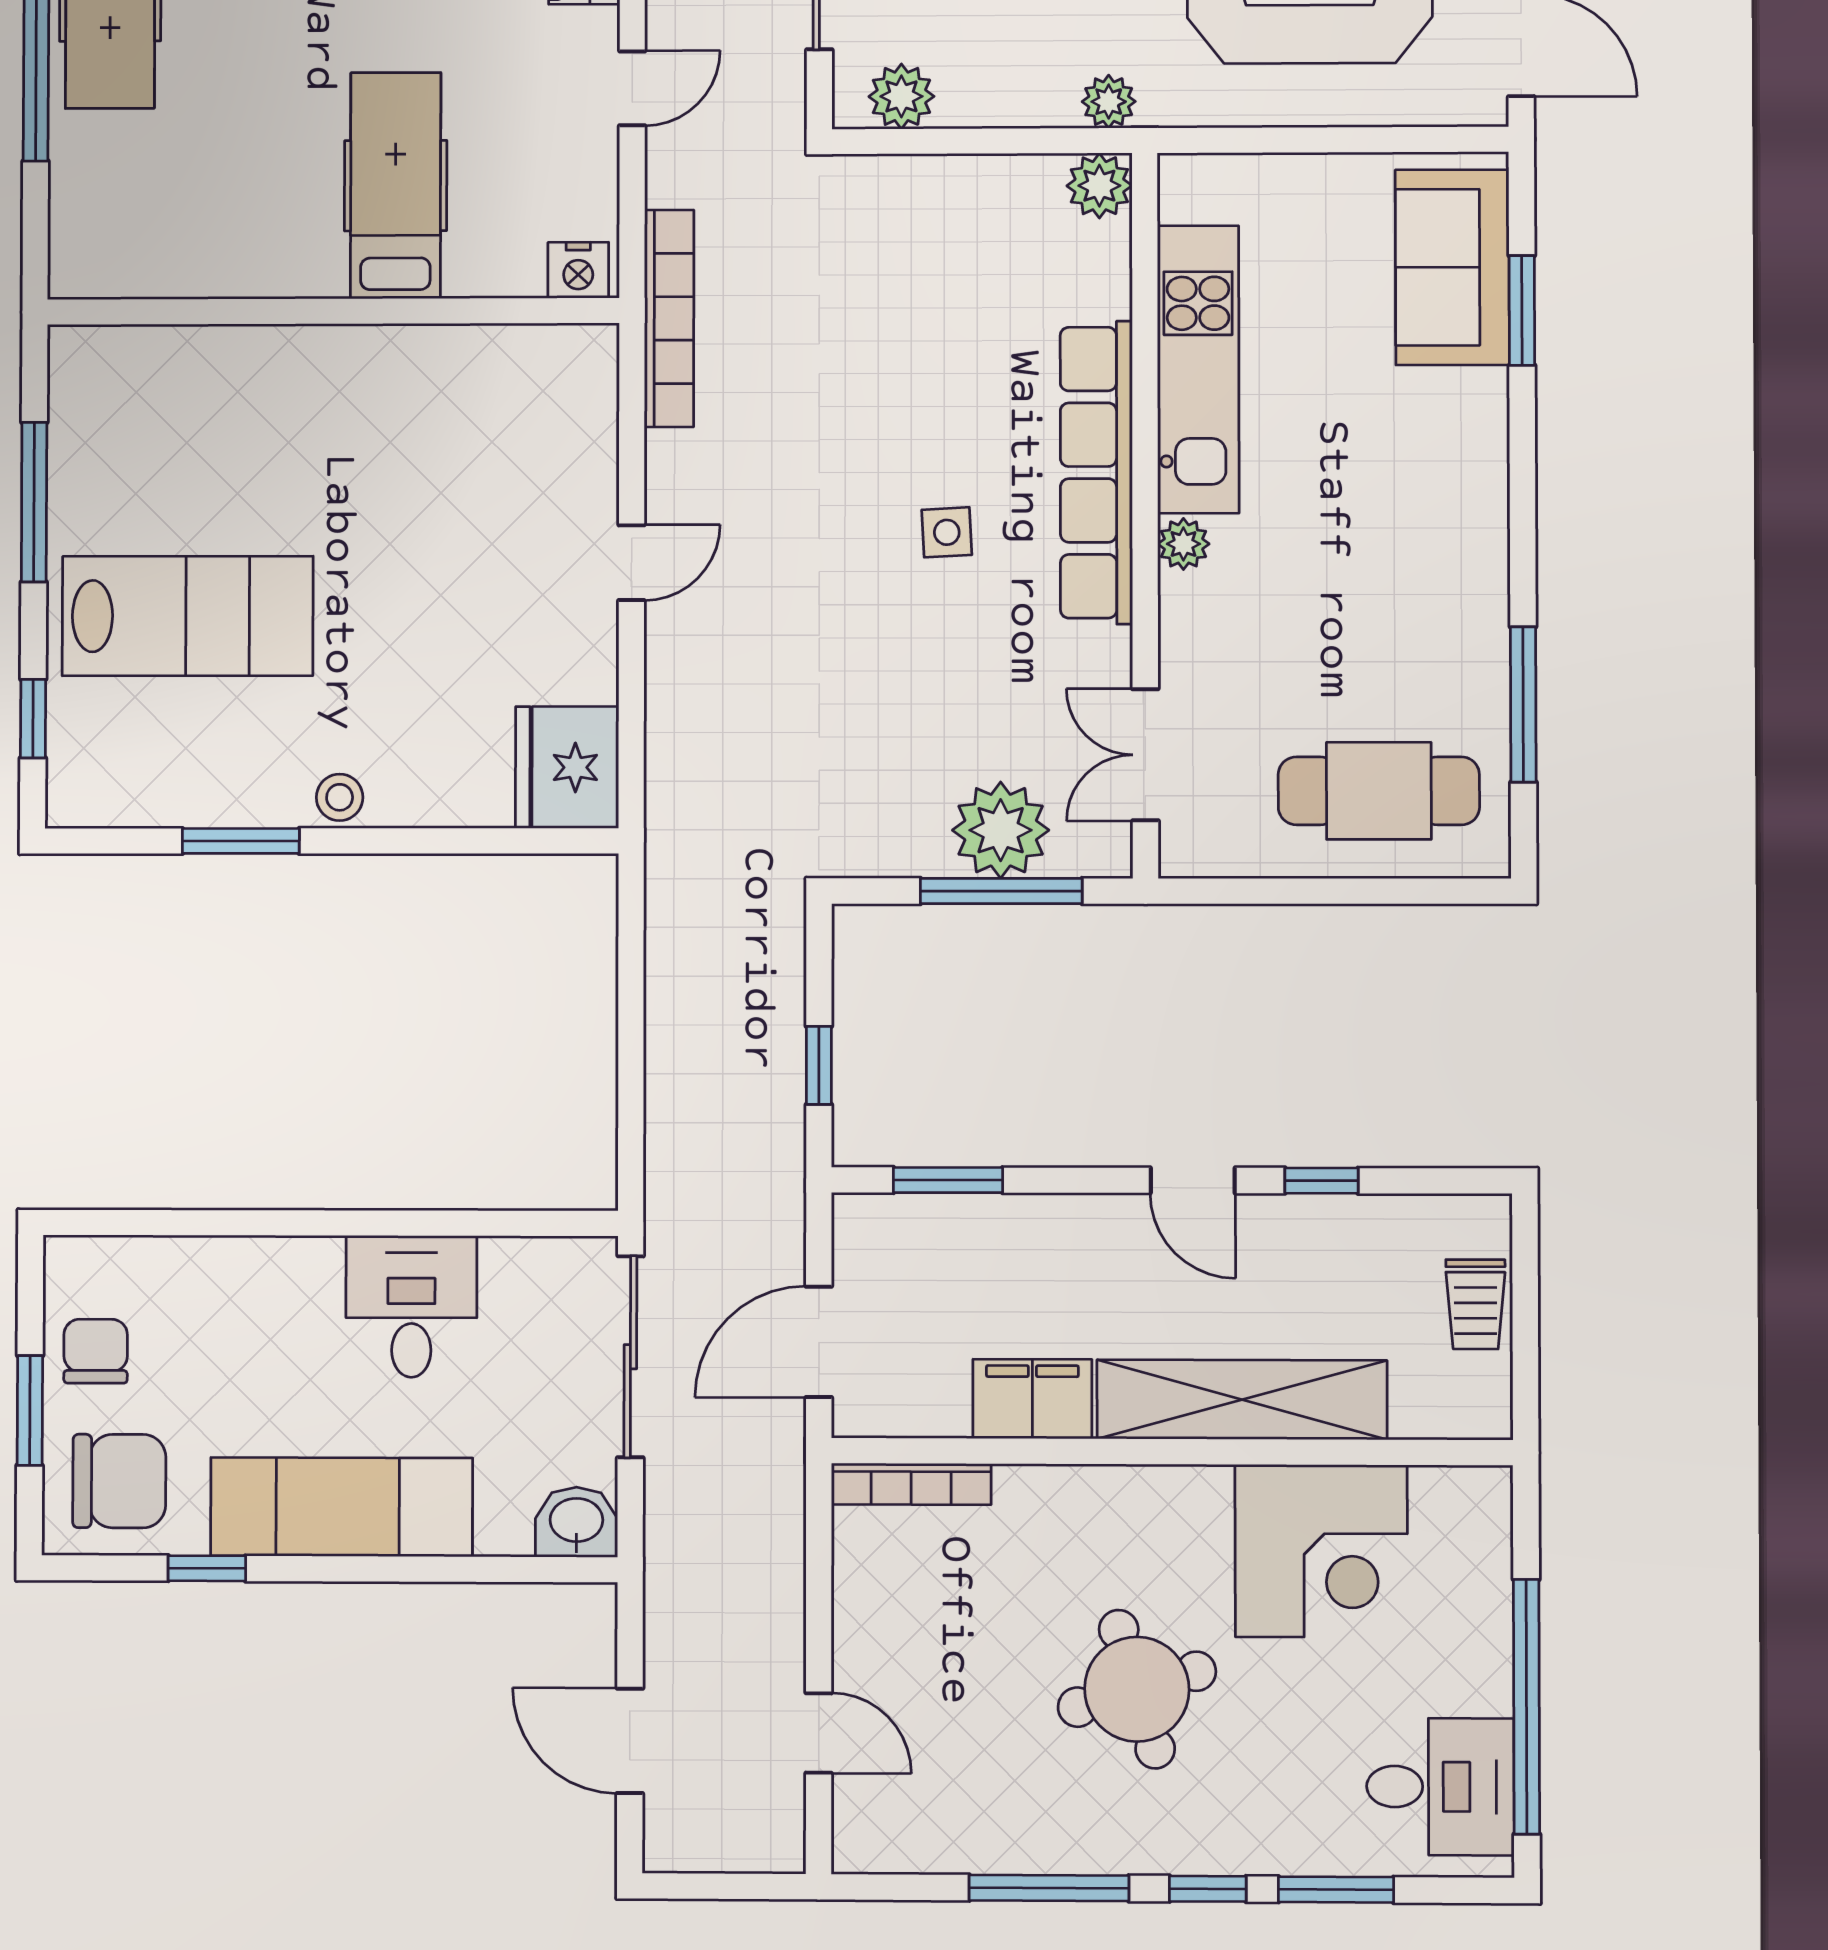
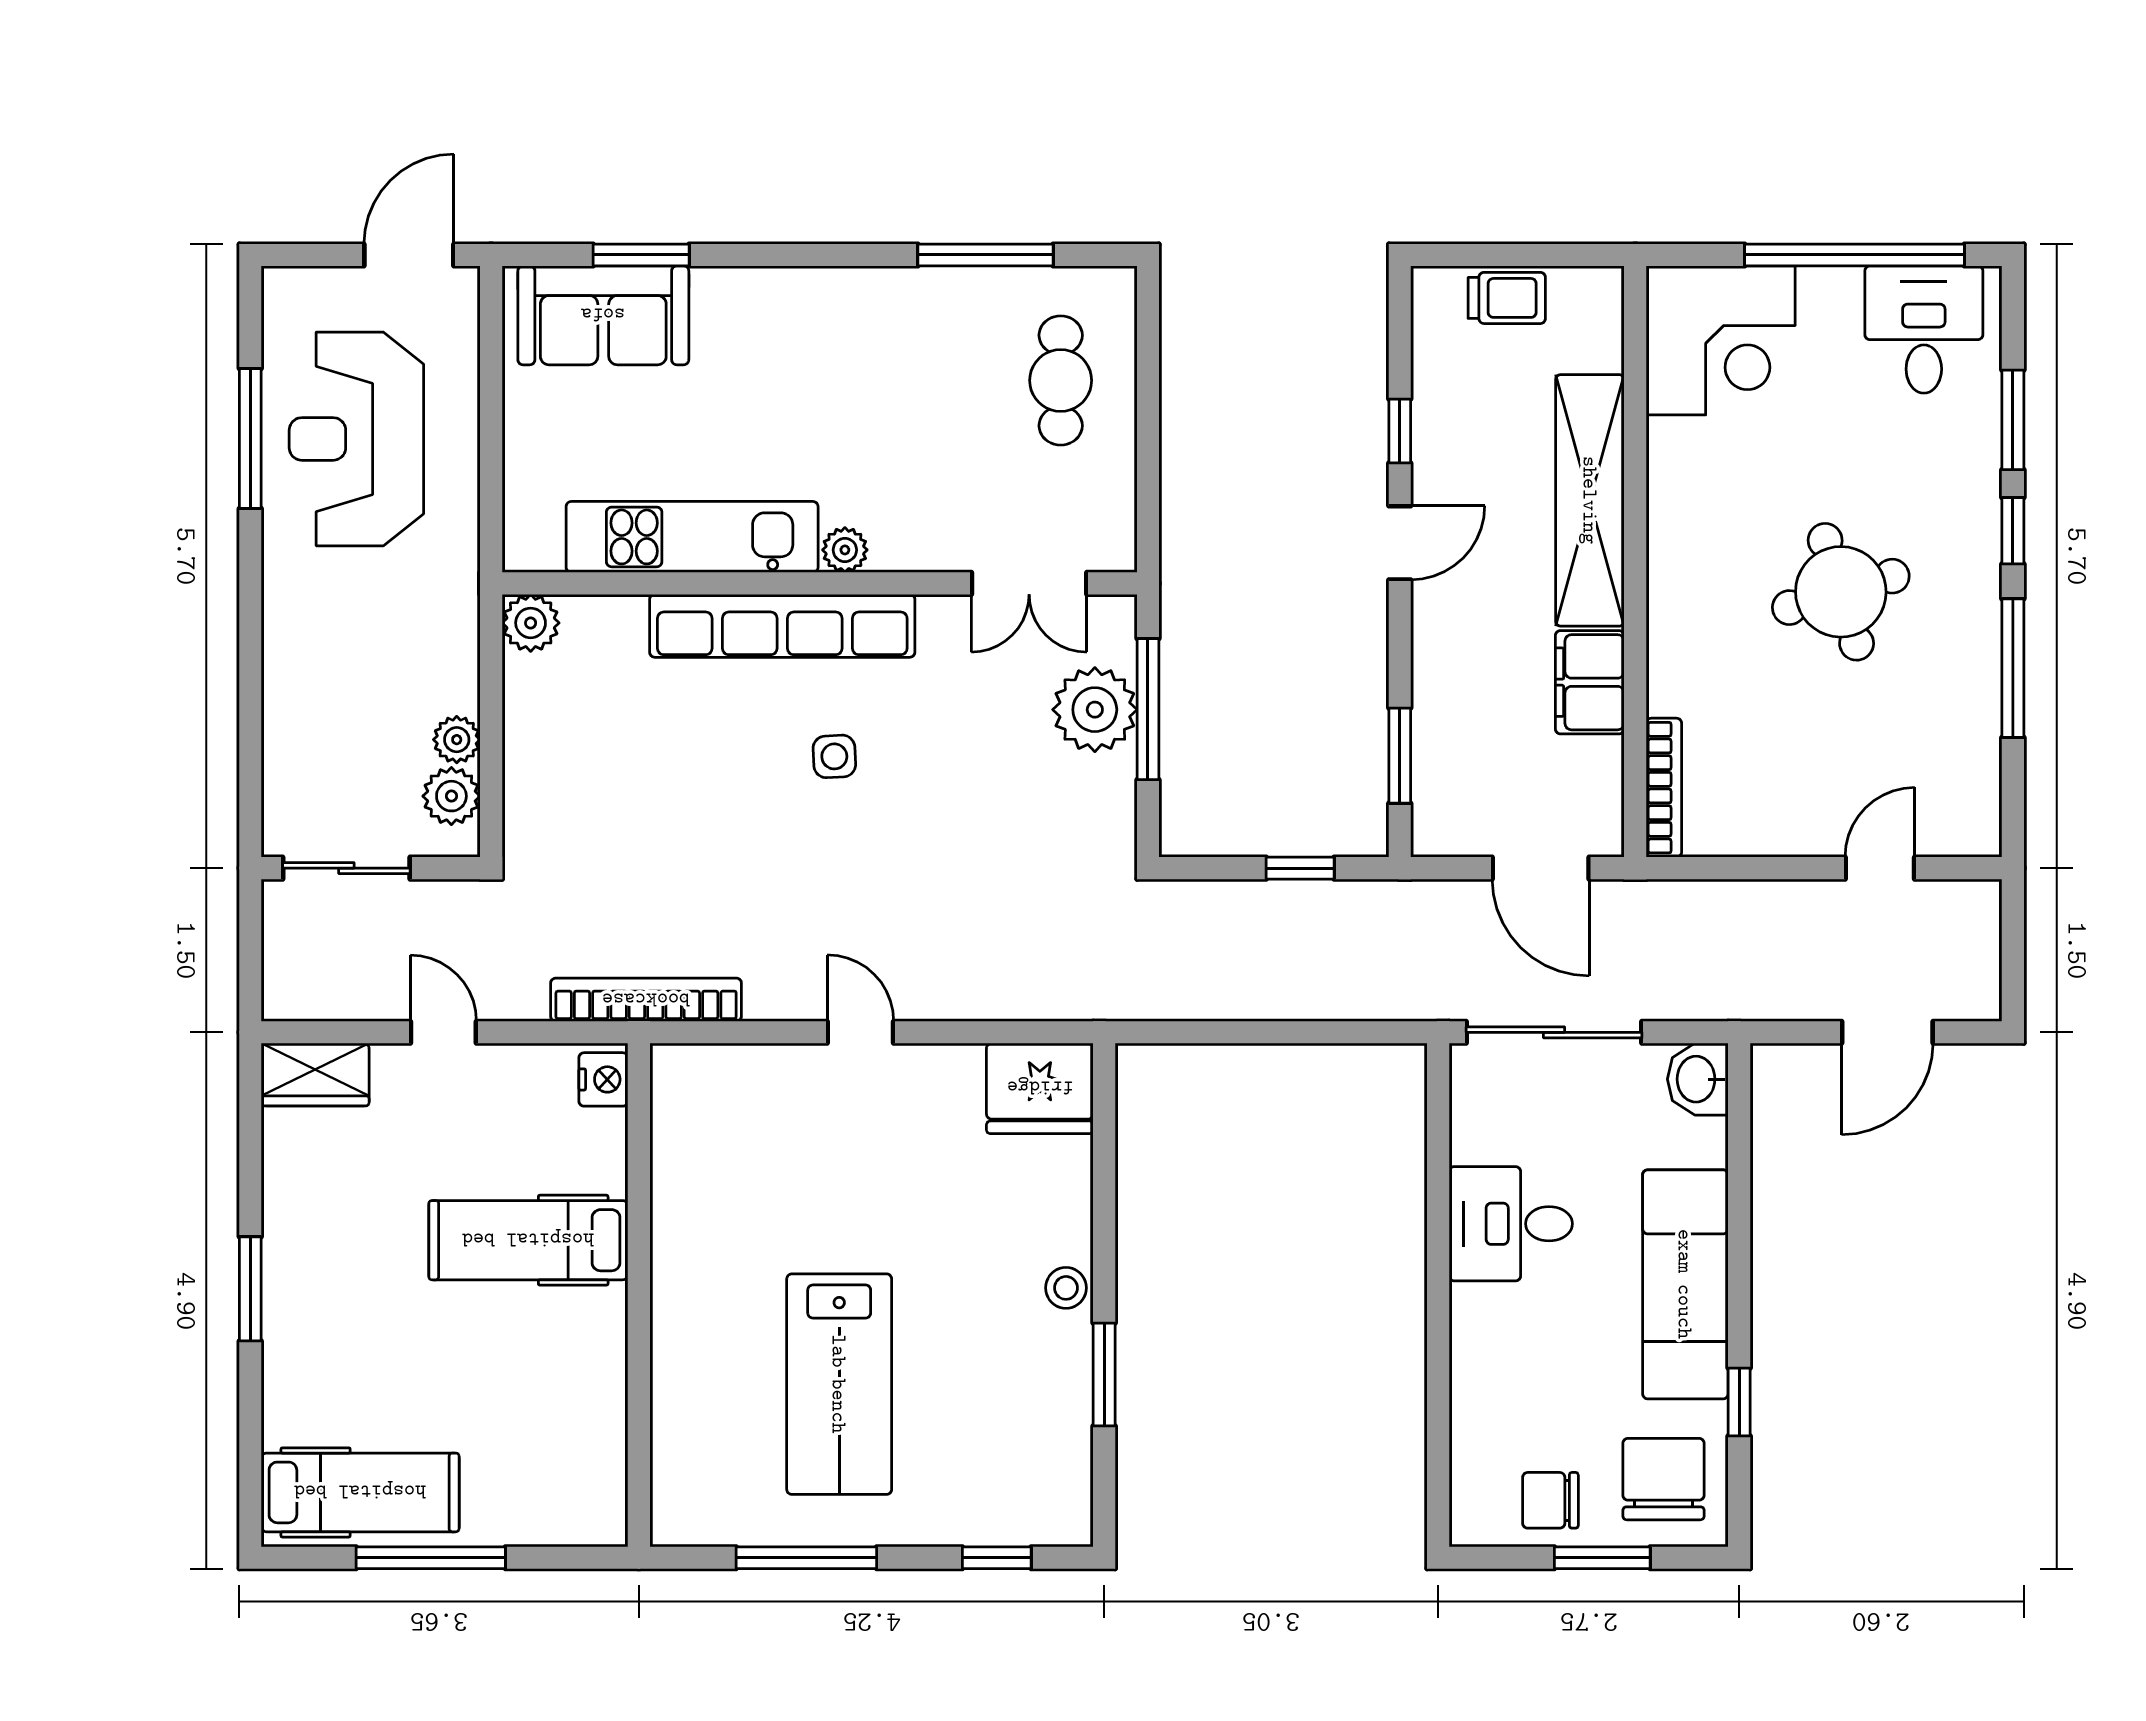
plant: (1109, 102) -> (457, 740), moved
lab bench: (188, 616) -> (839, 1384), moved, turned 180
cafe table: (1379, 791) -> (1061, 380), width x0.73, depth x0.74
corner desk: (1321, 1551) -> (1721, 340), moved, turned 90

